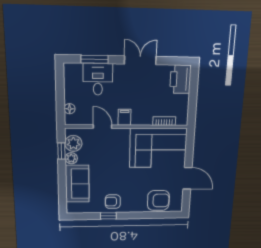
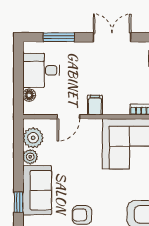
desk: (98, 79) -> (41, 70), moved, turned -90
door: (103, 127) -> (68, 117), swing flipped
window: (61, 151) -> (18, 202), moved

